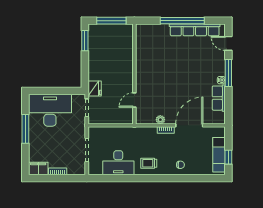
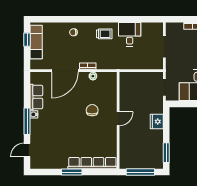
window: (182, 21) -> (72, 172), width x0.47
row of seats: (195, 30) -> (92, 163), moved
door: (228, 43) -> (27, 150), swing flipped
chair: (161, 84) -> (92, 110), added
fridge: (95, 89) -> (157, 122), moved
door: (134, 100) -> (118, 119), moved
desk: (118, 163) -> (130, 34), width x0.73

